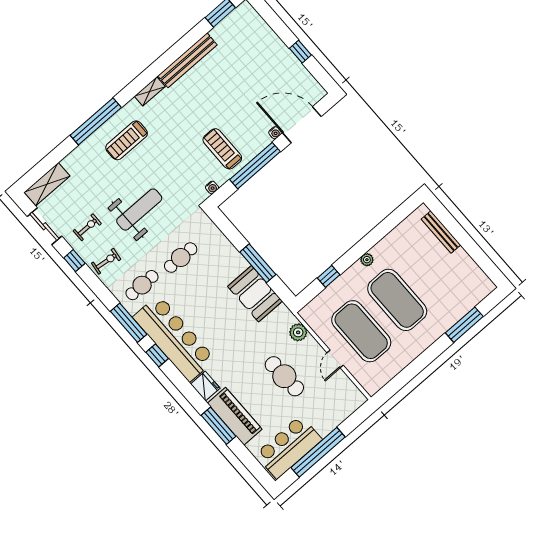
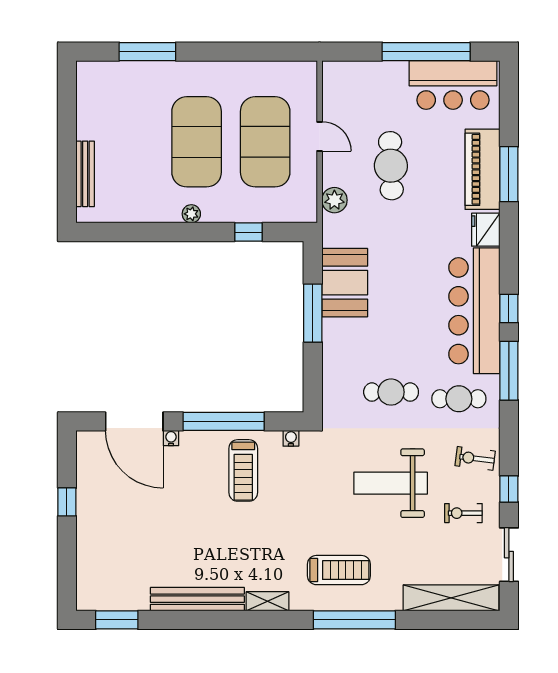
shelving: (47, 184) -> (451, 598), width x1.47
door: (335, 359) -> (320, 136), hinge flipped

